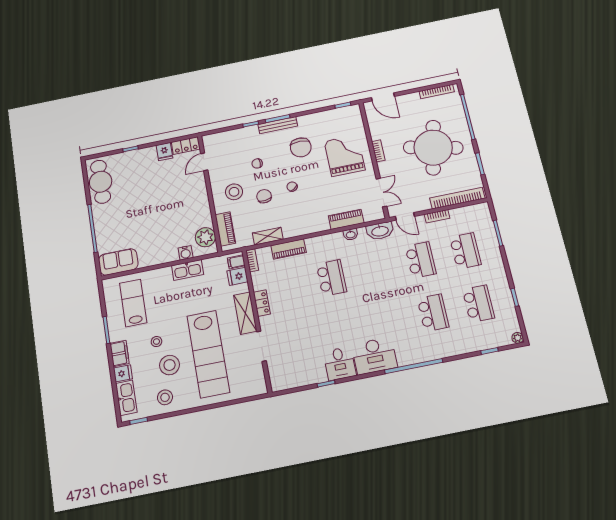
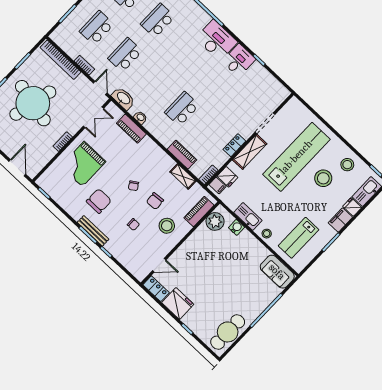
fridge: (164, 152) -> (178, 303), width x1.88, depth x1.34
double door: (381, 193) -> (93, 117), swing flipped
stool: (156, 342) -> (267, 234), moved

